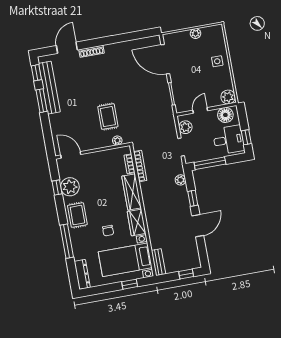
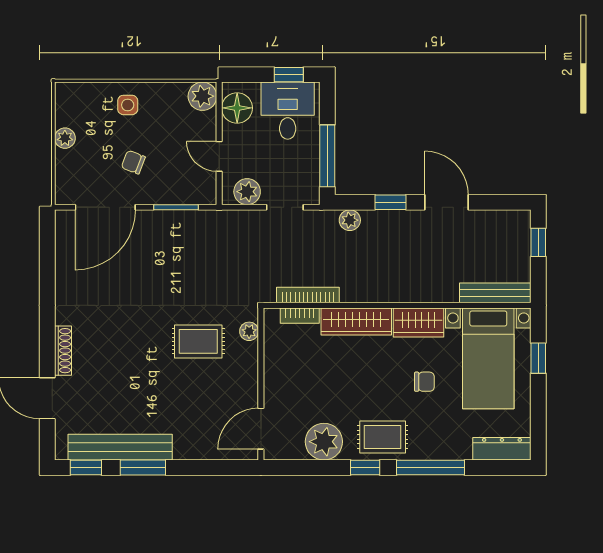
chair: (190, 69) -> (133, 162), added
window: (57, 187) -> (365, 467), moved
bench: (159, 262) -> (495, 293), width x1.36

